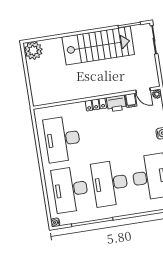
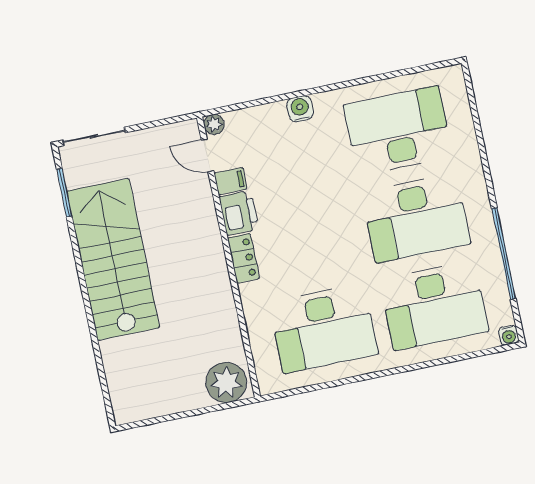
plant: (33, 50) -> (226, 383), moved
door: (143, 90) -> (208, 155), swing flipped

